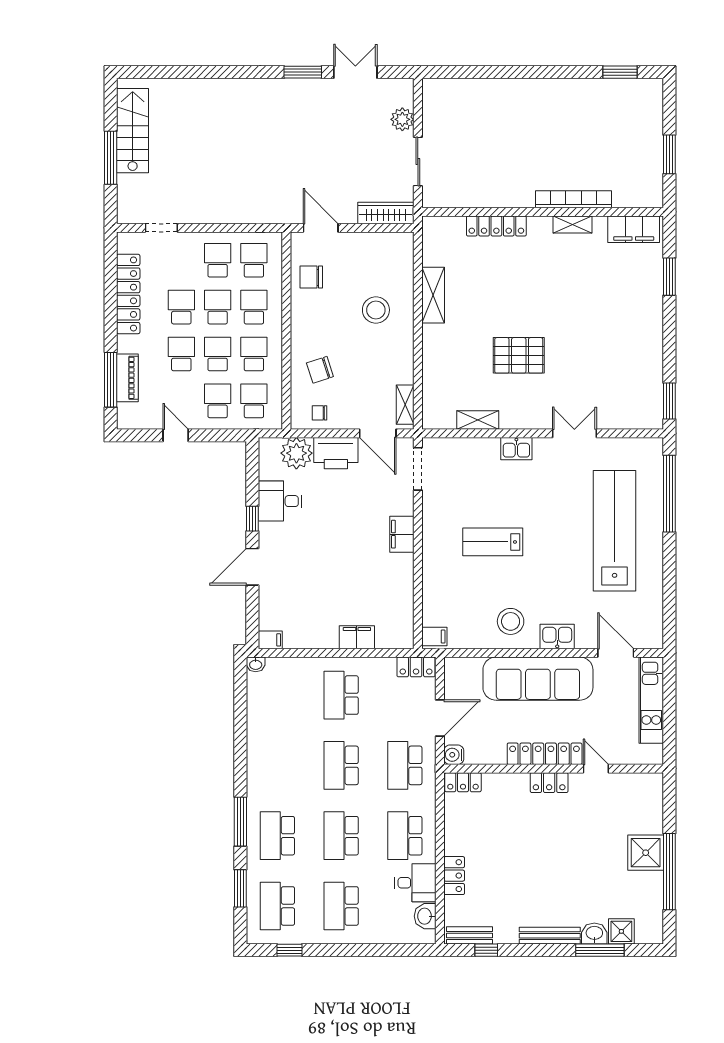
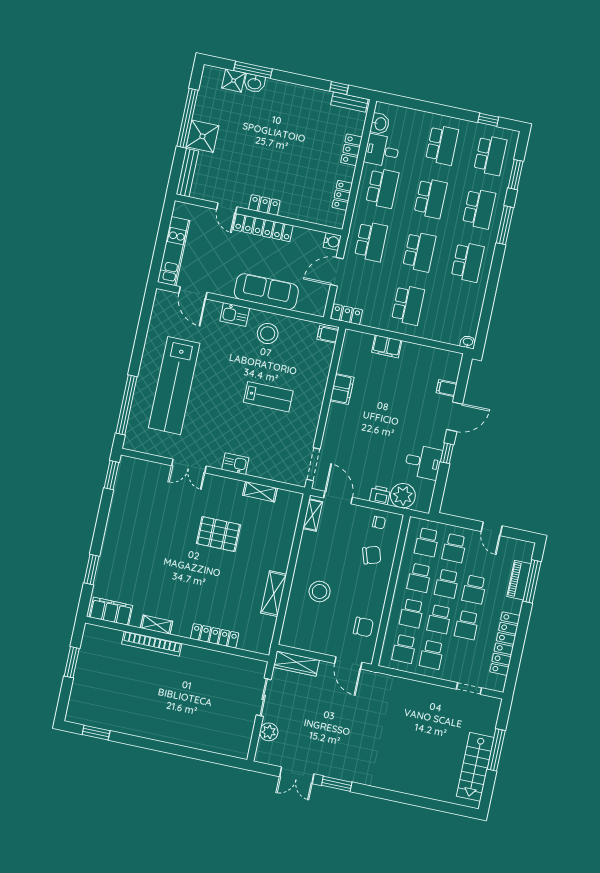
printer: (336, 453) -> (380, 495), width x0.53, depth x0.68
filing cabinet: (402, 534) -> (342, 389), moved
filing cabinet: (270, 640) -> (447, 388), moved
sofa: (538, 679) -> (266, 292), width x0.74, depth x0.79
school desk: (277, 765) -> (468, 262), added
locker: (463, 782) -> (342, 195), moved, turned -90
bench: (550, 936) -> (187, 173), moved, turned 90

